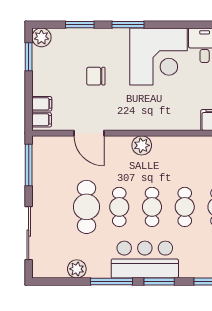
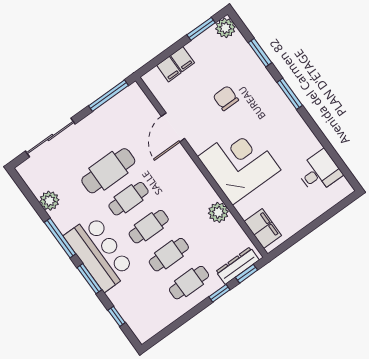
corner desk: (159, 56) -> (239, 163), moved, turned 180
filing cabinet: (42, 120) -> (182, 59), moved
plant: (142, 145) -> (218, 212), moved

